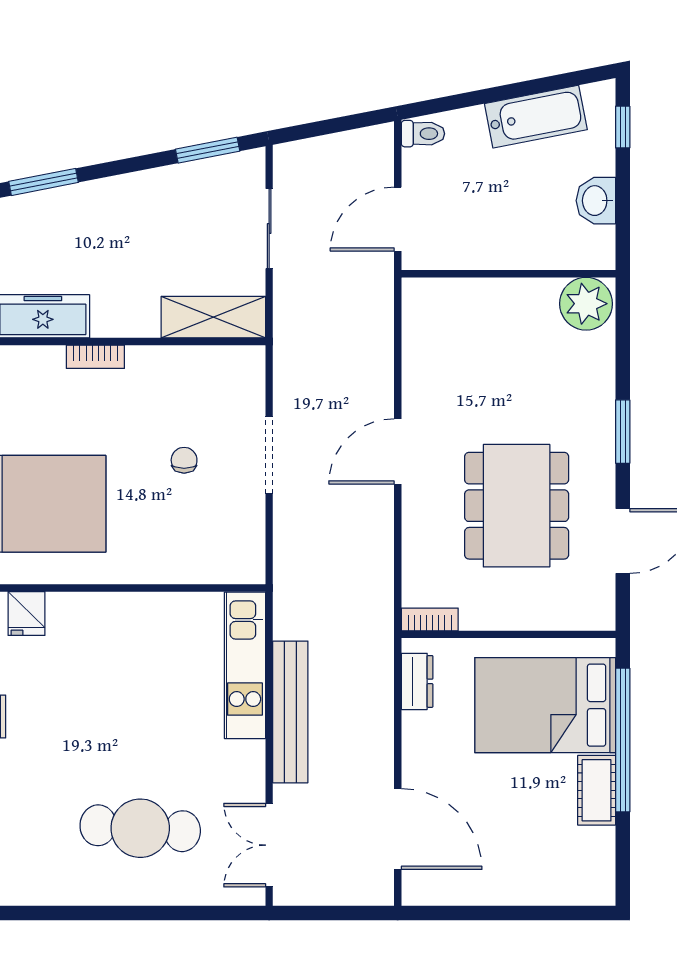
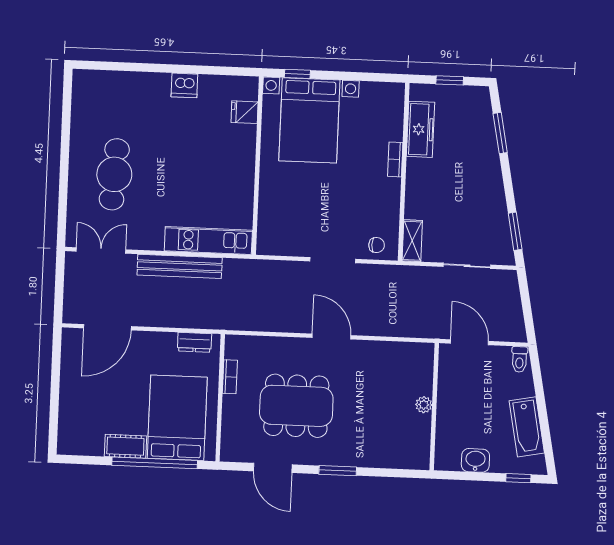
plant: (586, 304) -> (424, 405), moved, width x0.53, depth x0.53
shelving: (213, 317) -> (412, 241), width x0.67, depth x0.75
chair: (184, 460) -> (377, 245), moved
bookcase: (430, 619) -> (230, 377), moved

